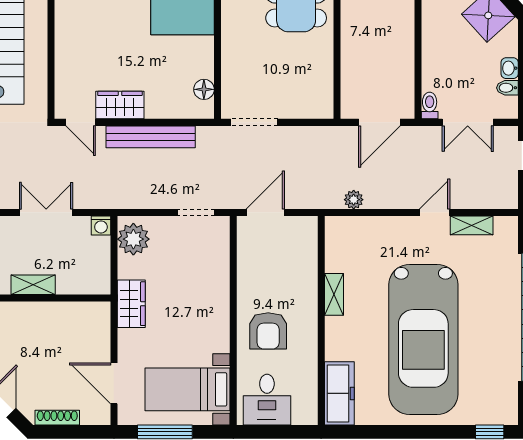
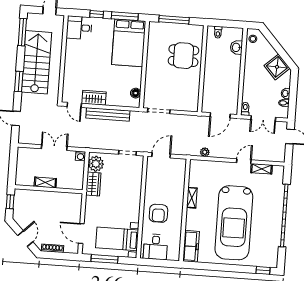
wardrobe: (131, 304) -> (93, 184), moved

